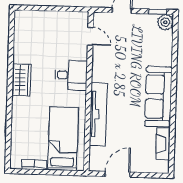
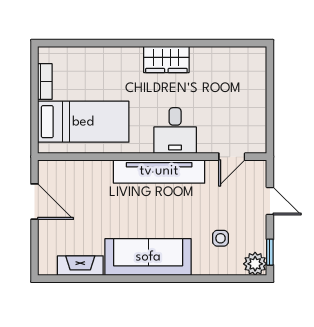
side table: (147, 46) -> (221, 238), added
tv unit: (98, 114) -> (159, 171), moved

